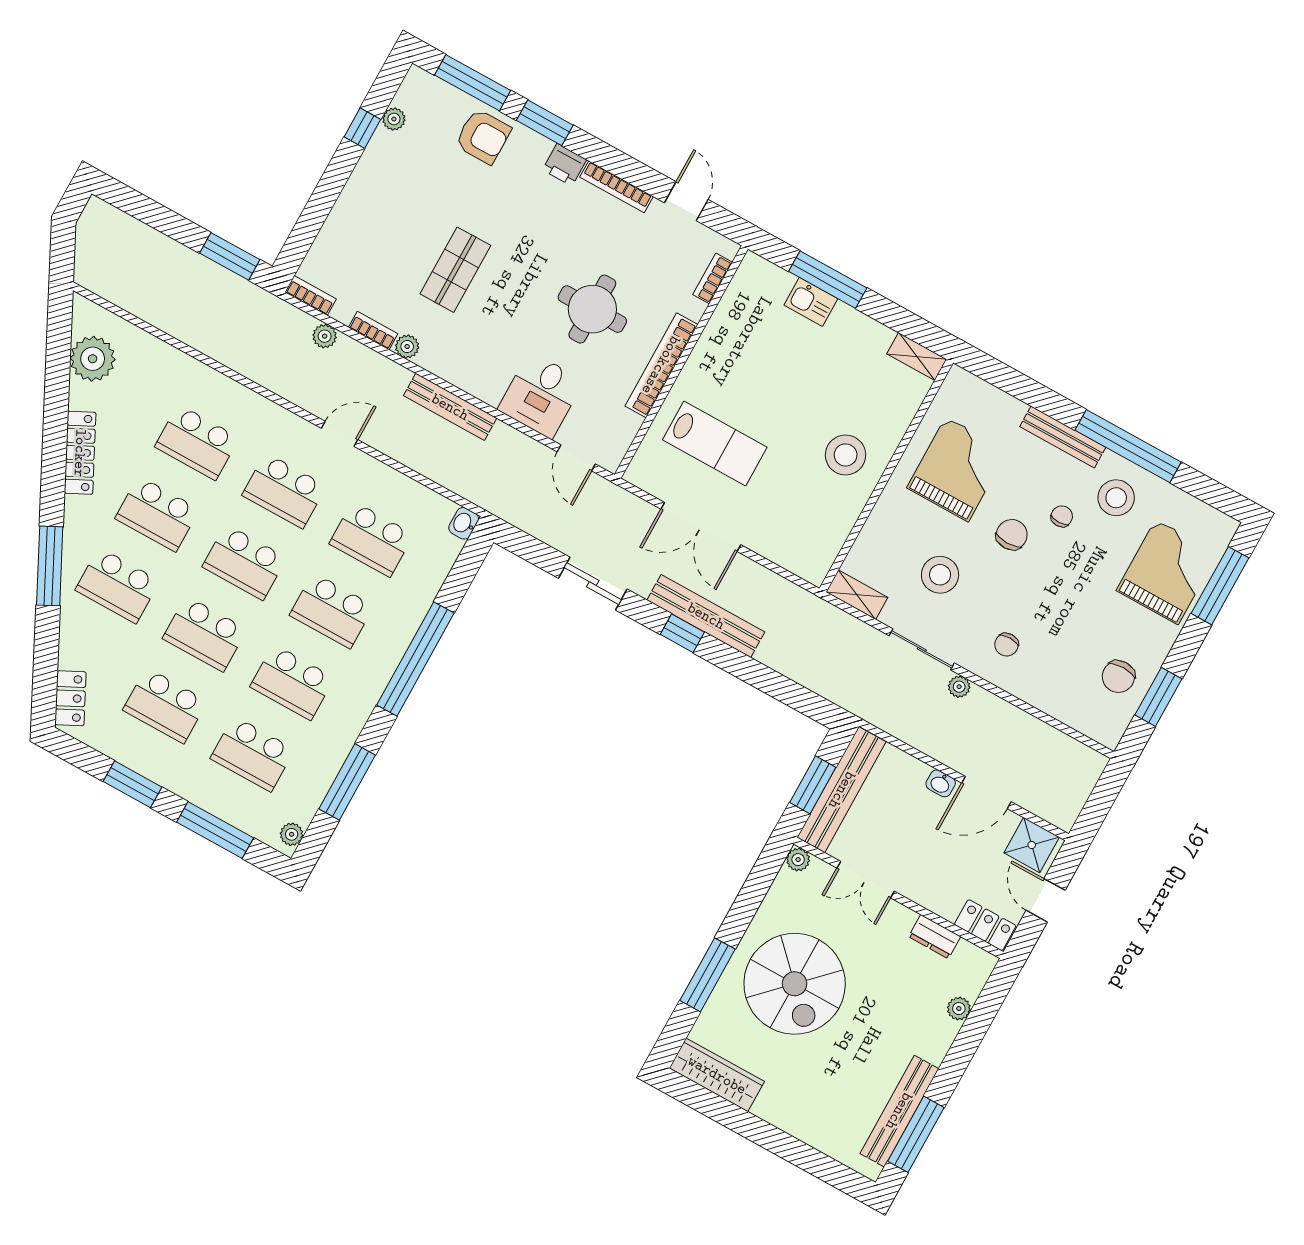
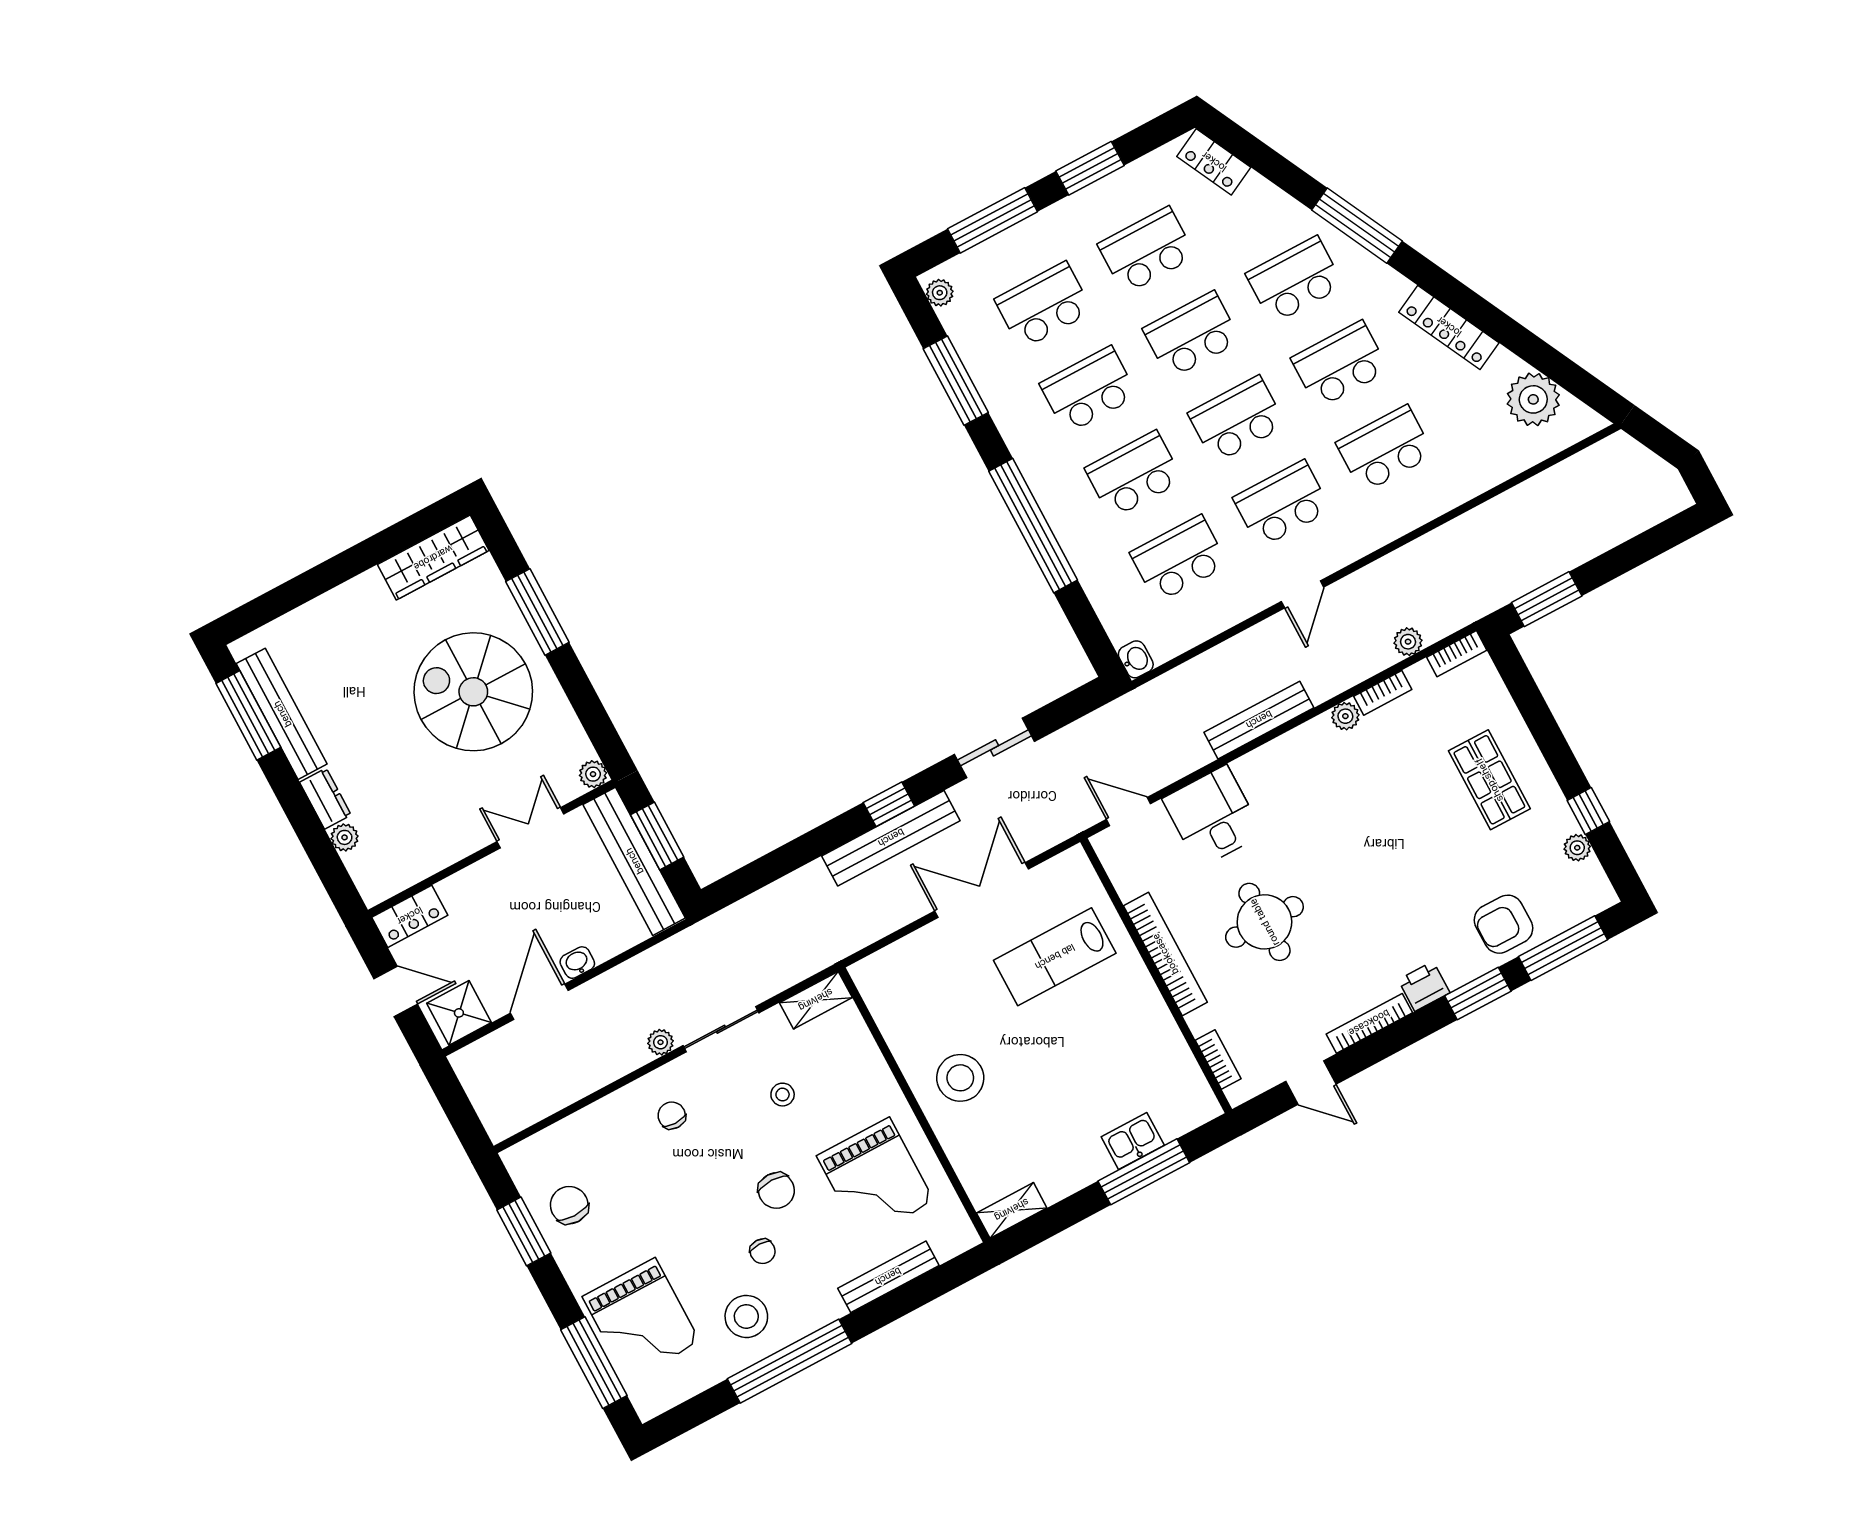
shop shelf: (455, 270) -> (1489, 780), moved
bench: (1063, 437) -> (888, 1277), moved
stool: (940, 575) -> (783, 1095), width x0.53, depth x0.53
dresser: (935, 937) -> (325, 799), moved, turned 90

